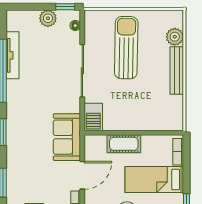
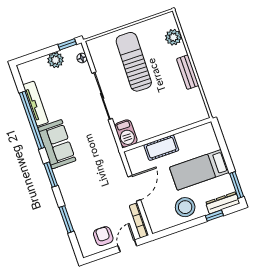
bench: (177, 71) -> (188, 72), width x0.73
sofa: (67, 137) -> (57, 144), moved, turned 180
bookcase: (178, 152) -> (212, 138), removed

